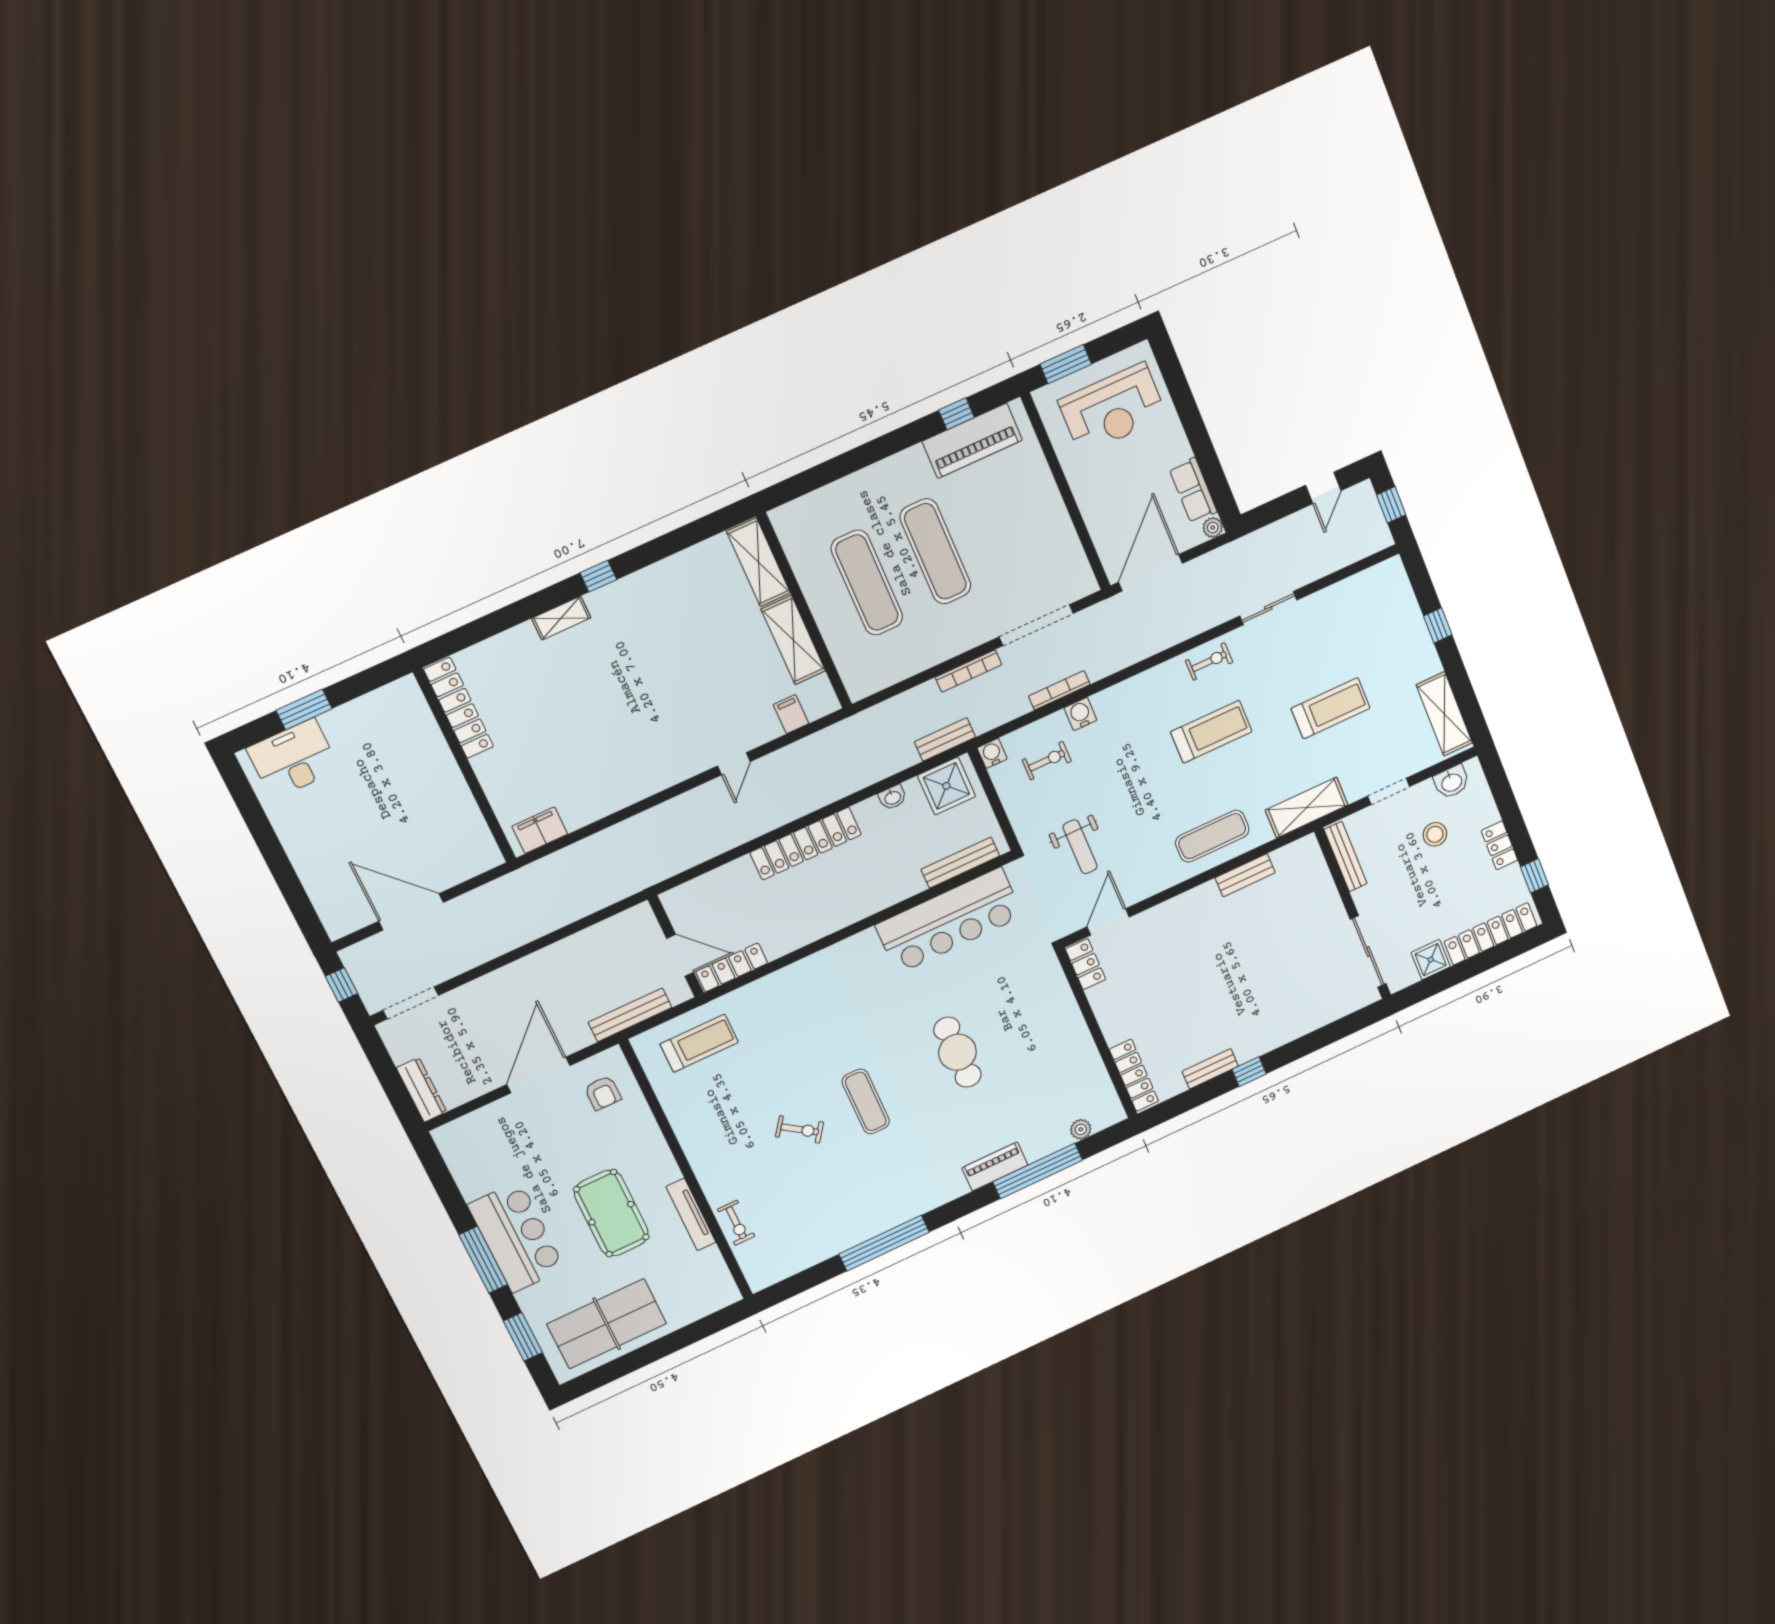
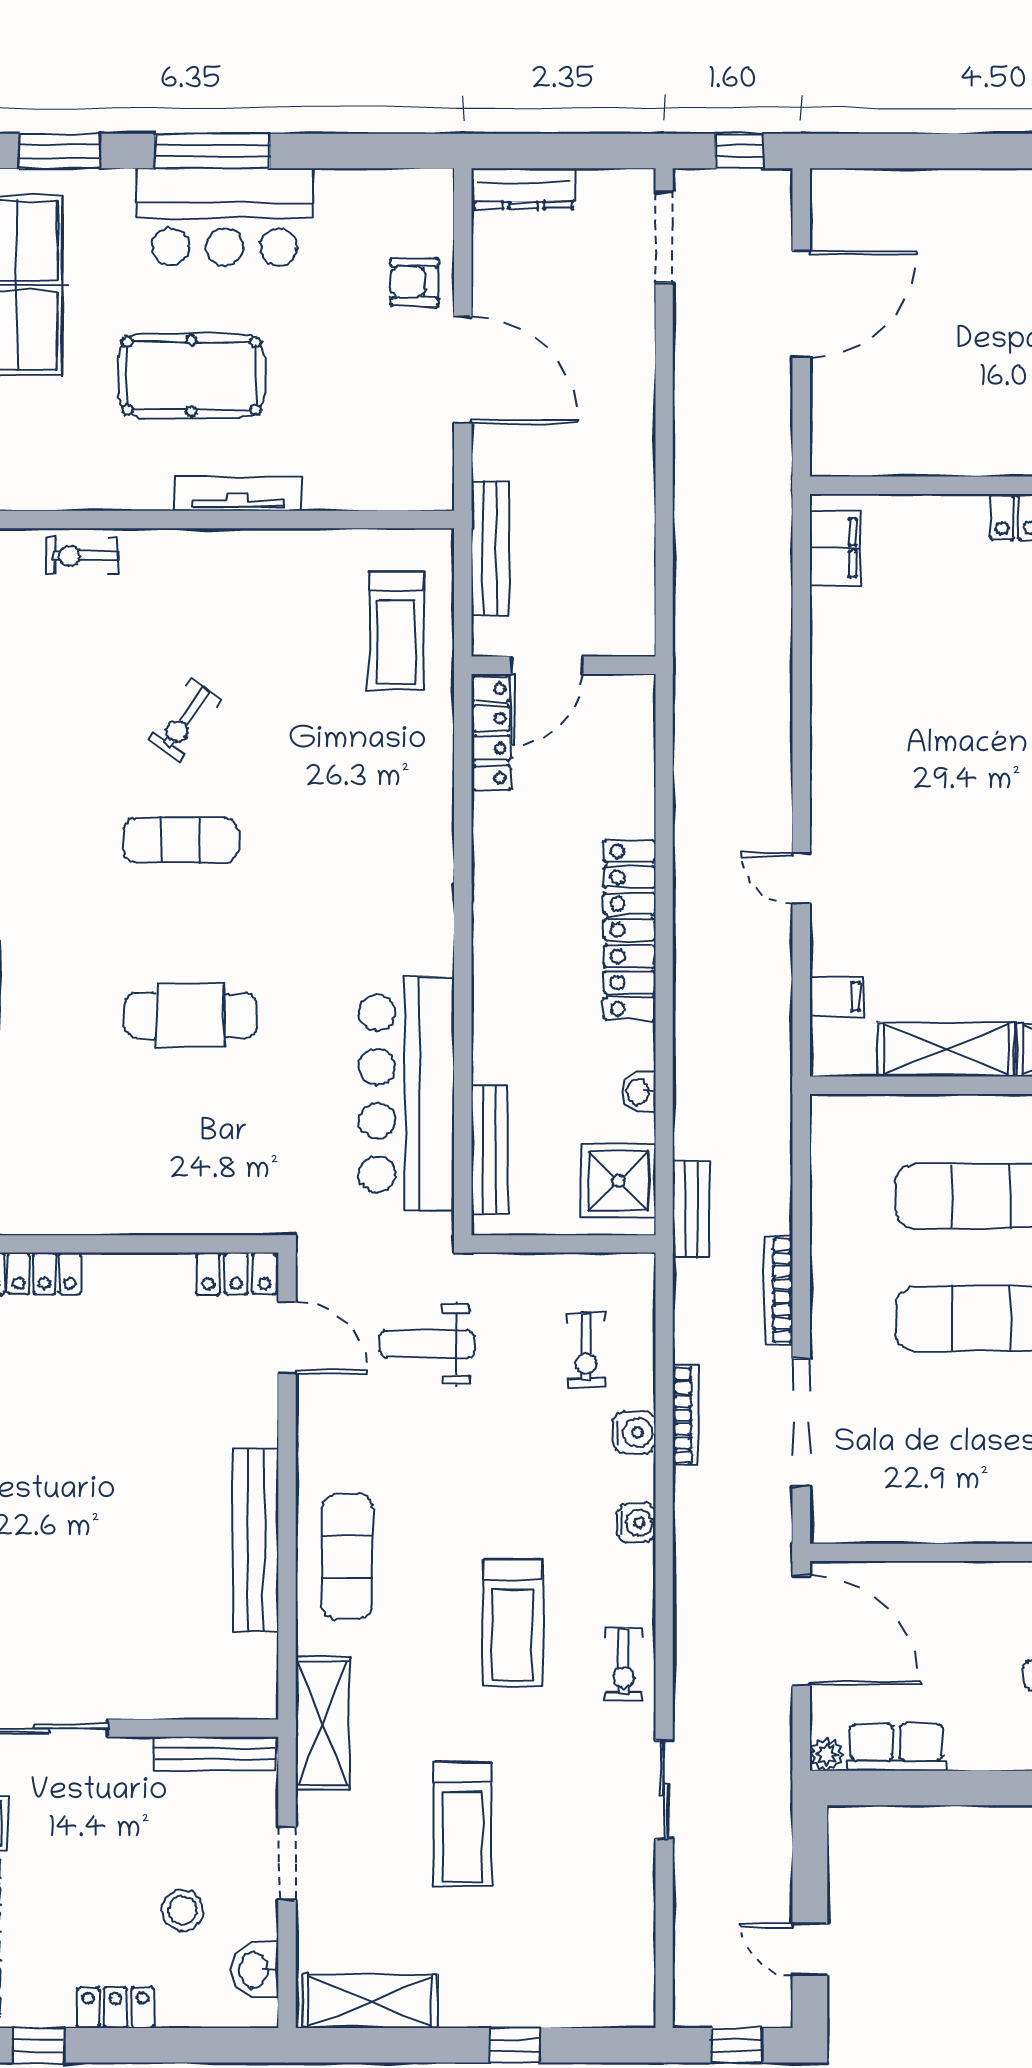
water cooler: (992, 753) -> (636, 1523), moved
bench: (1245, 875) -> (256, 1540), width x1.86, depth x1.21
armchair: (603, 1093) -> (414, 282), moved
tv unit: (691, 1215) -> (238, 494), moved

